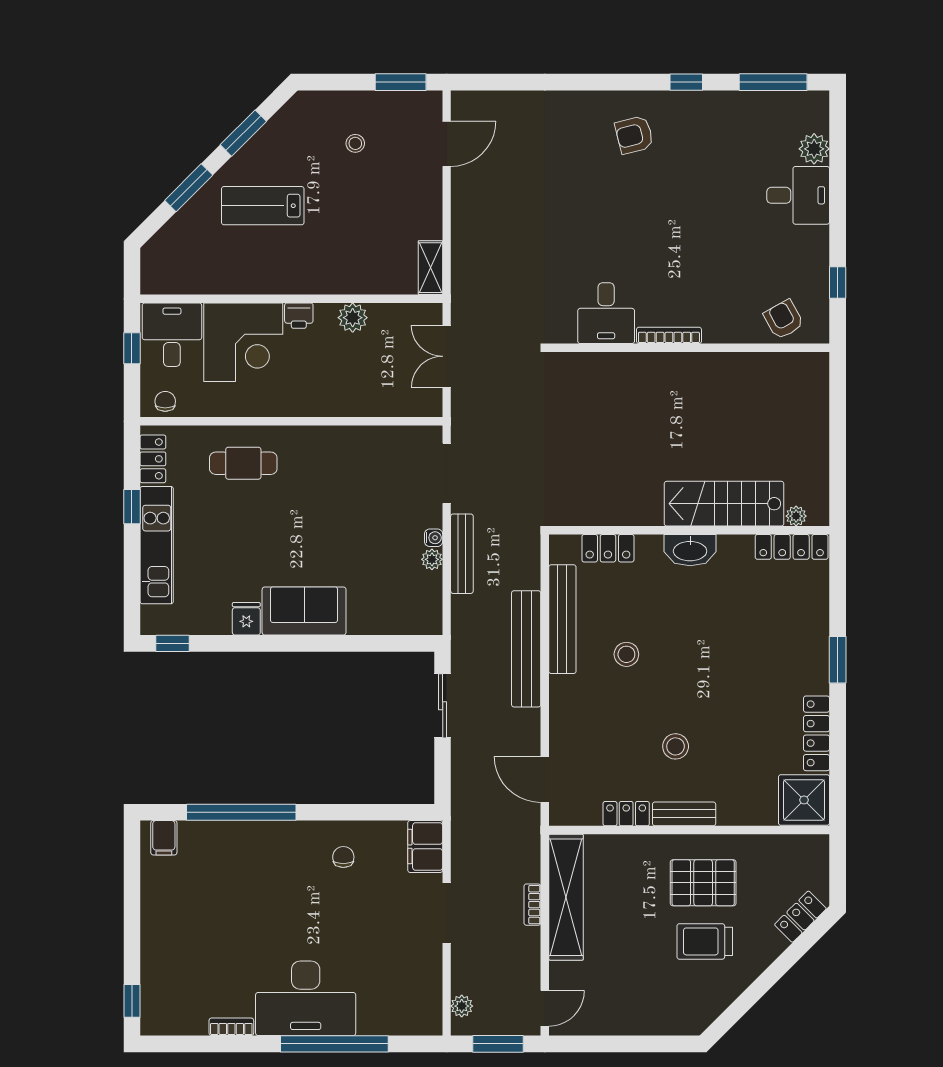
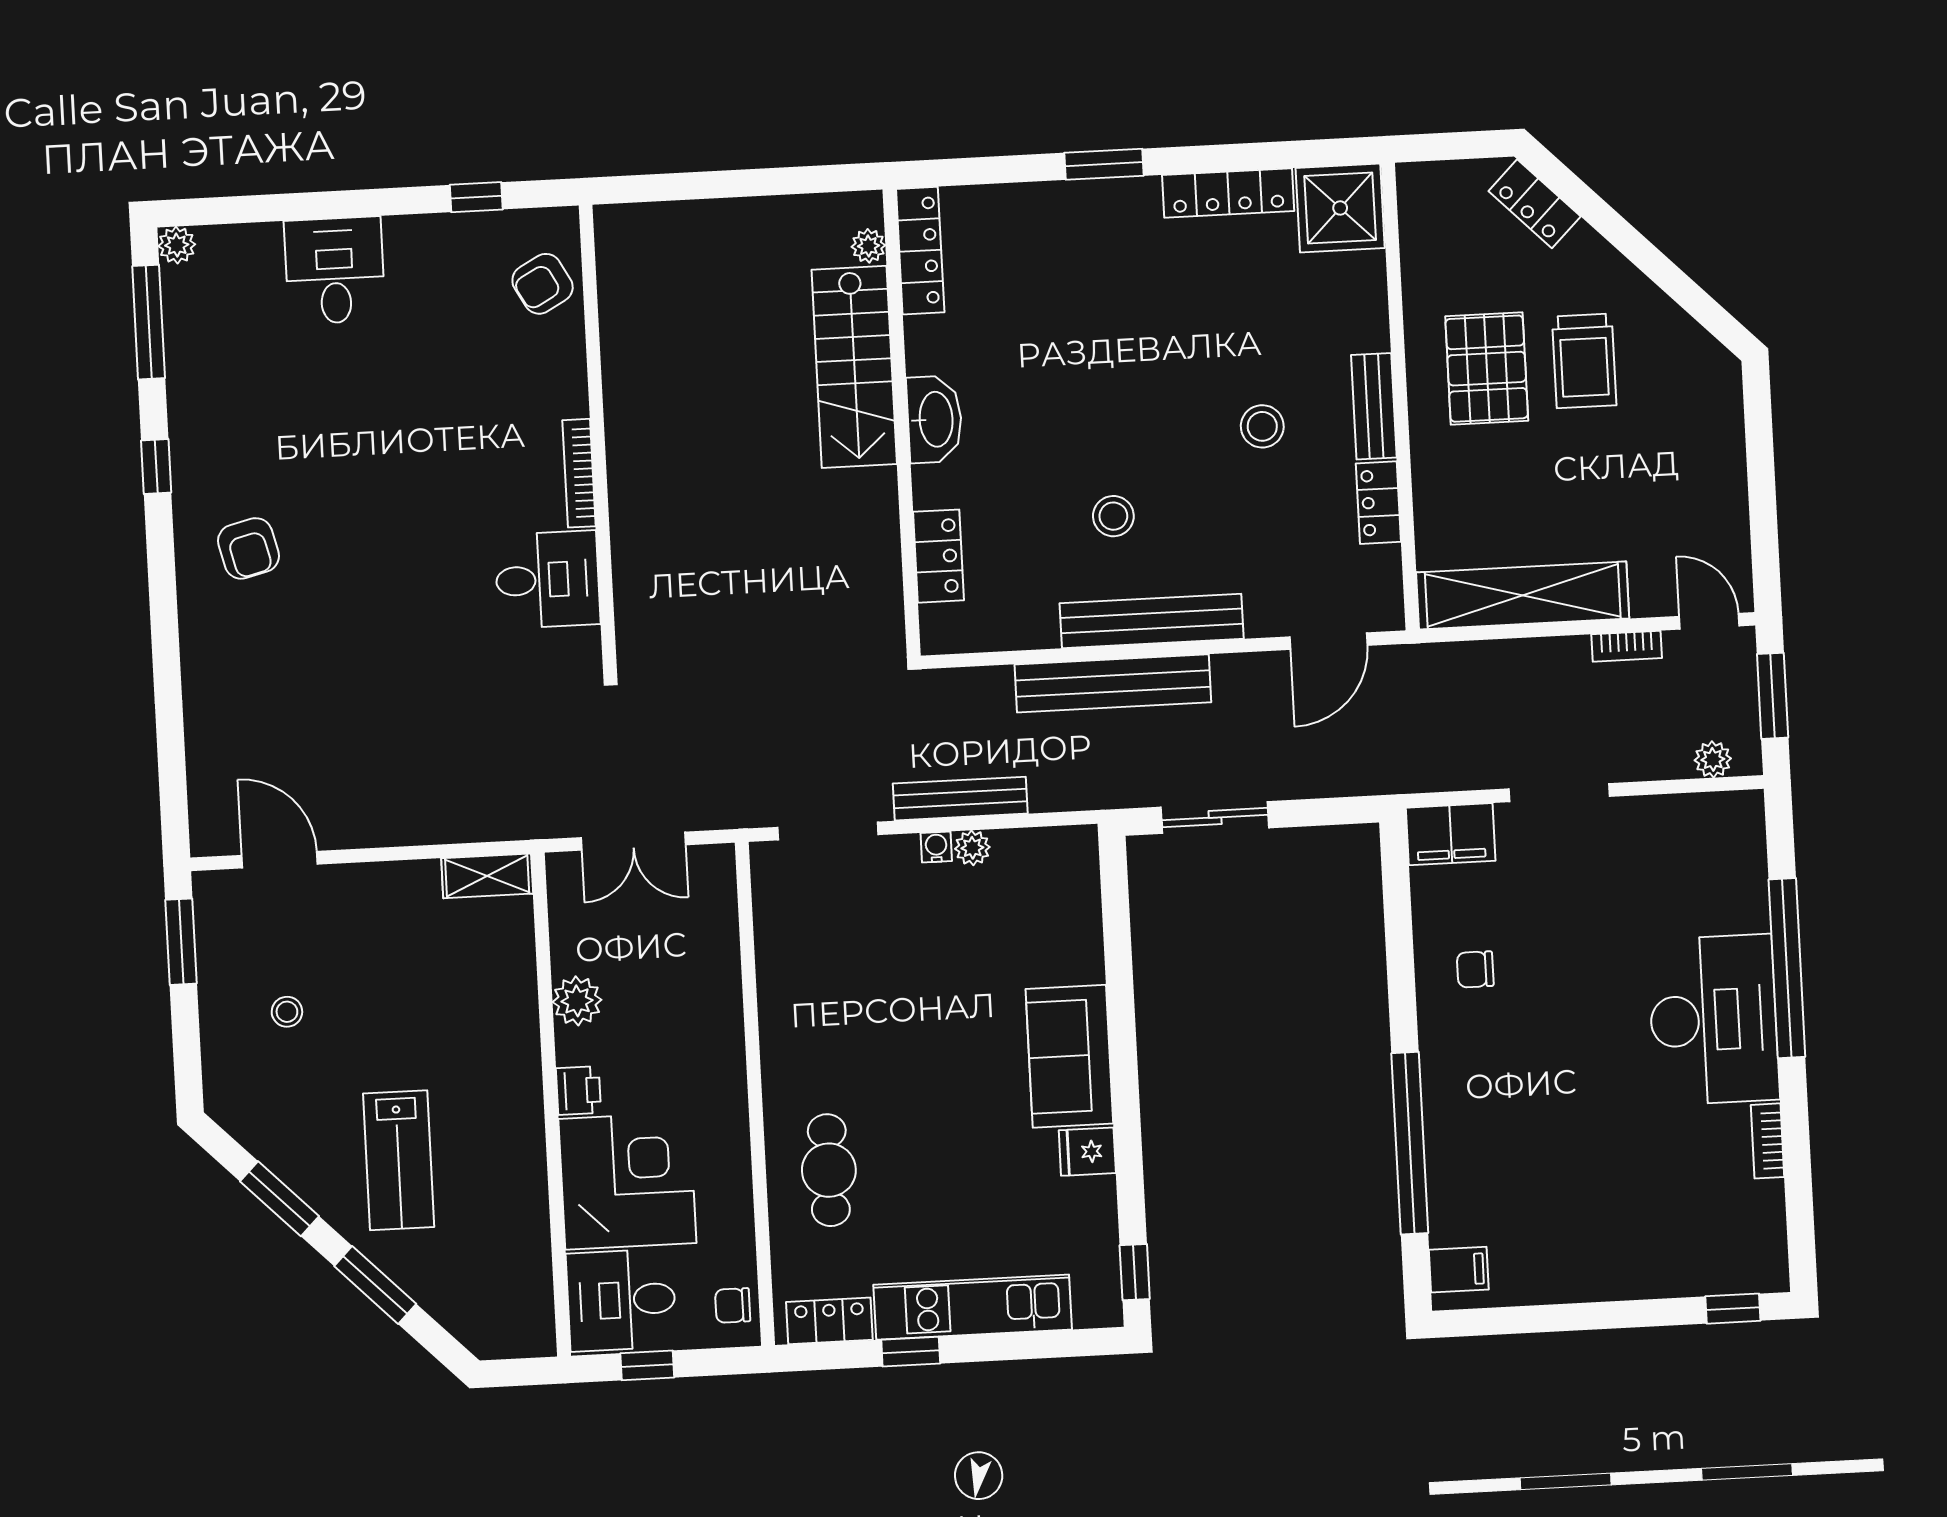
plant: (814, 149) -> (177, 245), moved, width x0.73, depth x0.73
bench: (562, 619) -> (1152, 621), moved
bookcase: (532, 905) -> (1627, 646), moved

